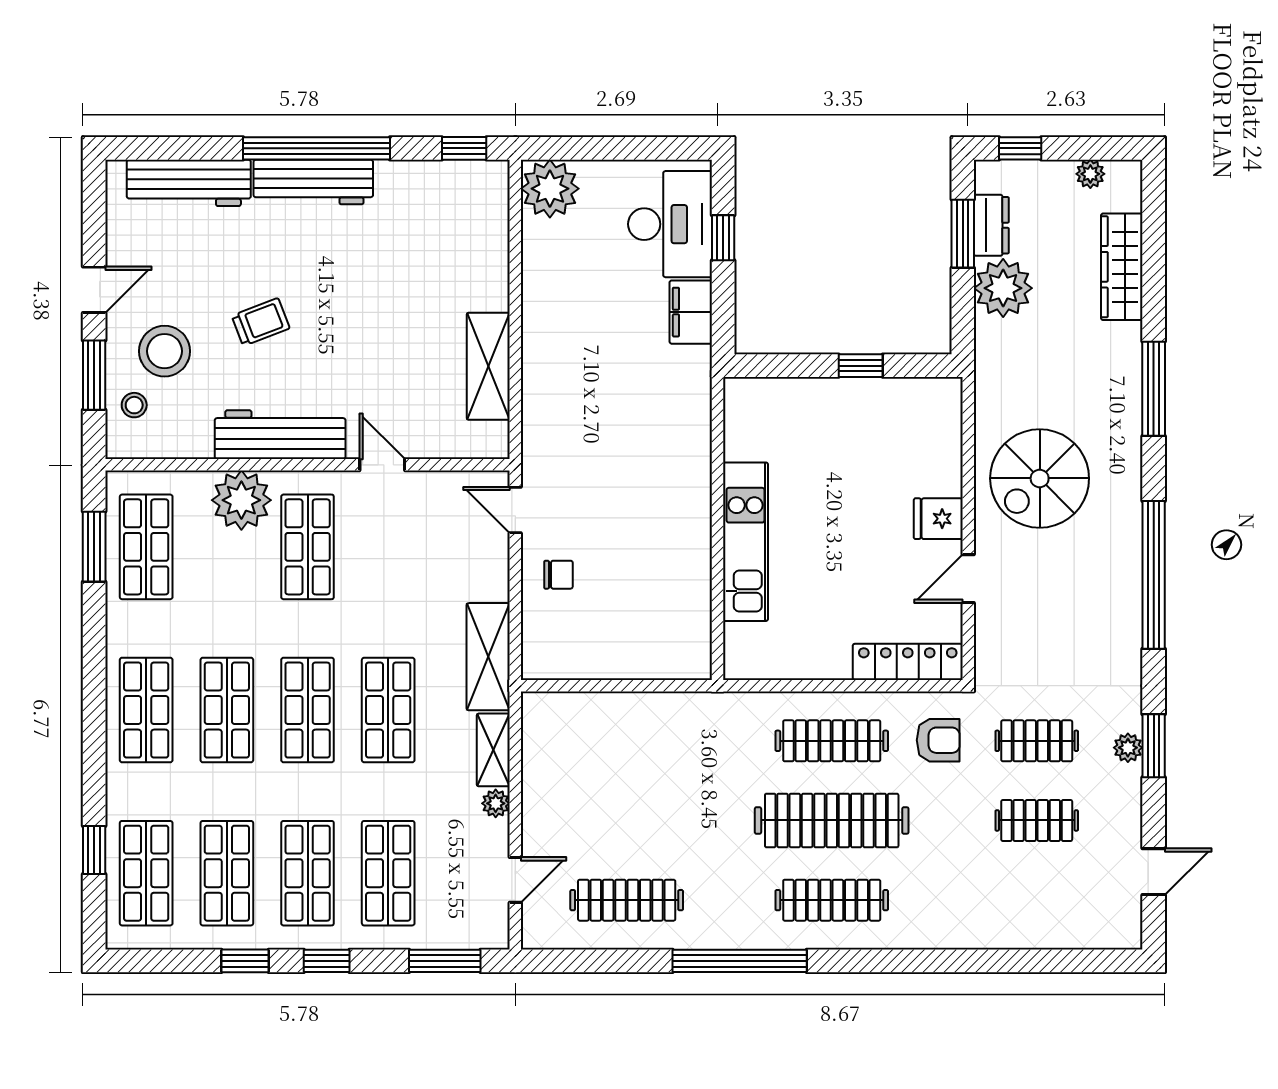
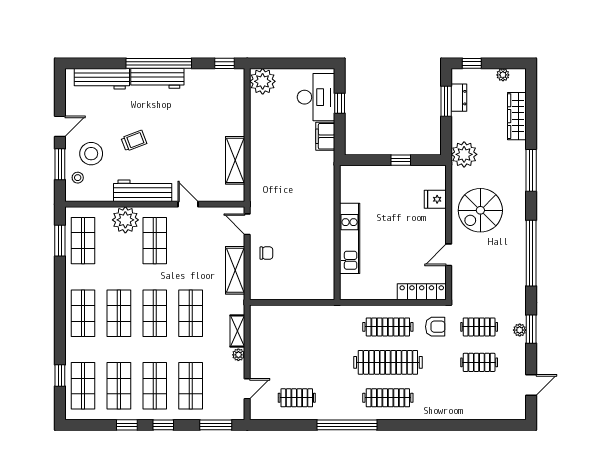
plant: (1003, 288) -> (464, 154), moved
fridge: (938, 519) -> (435, 199), moved
shelving: (488, 657) -> (235, 270), moved
clothes rail: (627, 900) -> (297, 398), width x0.73

